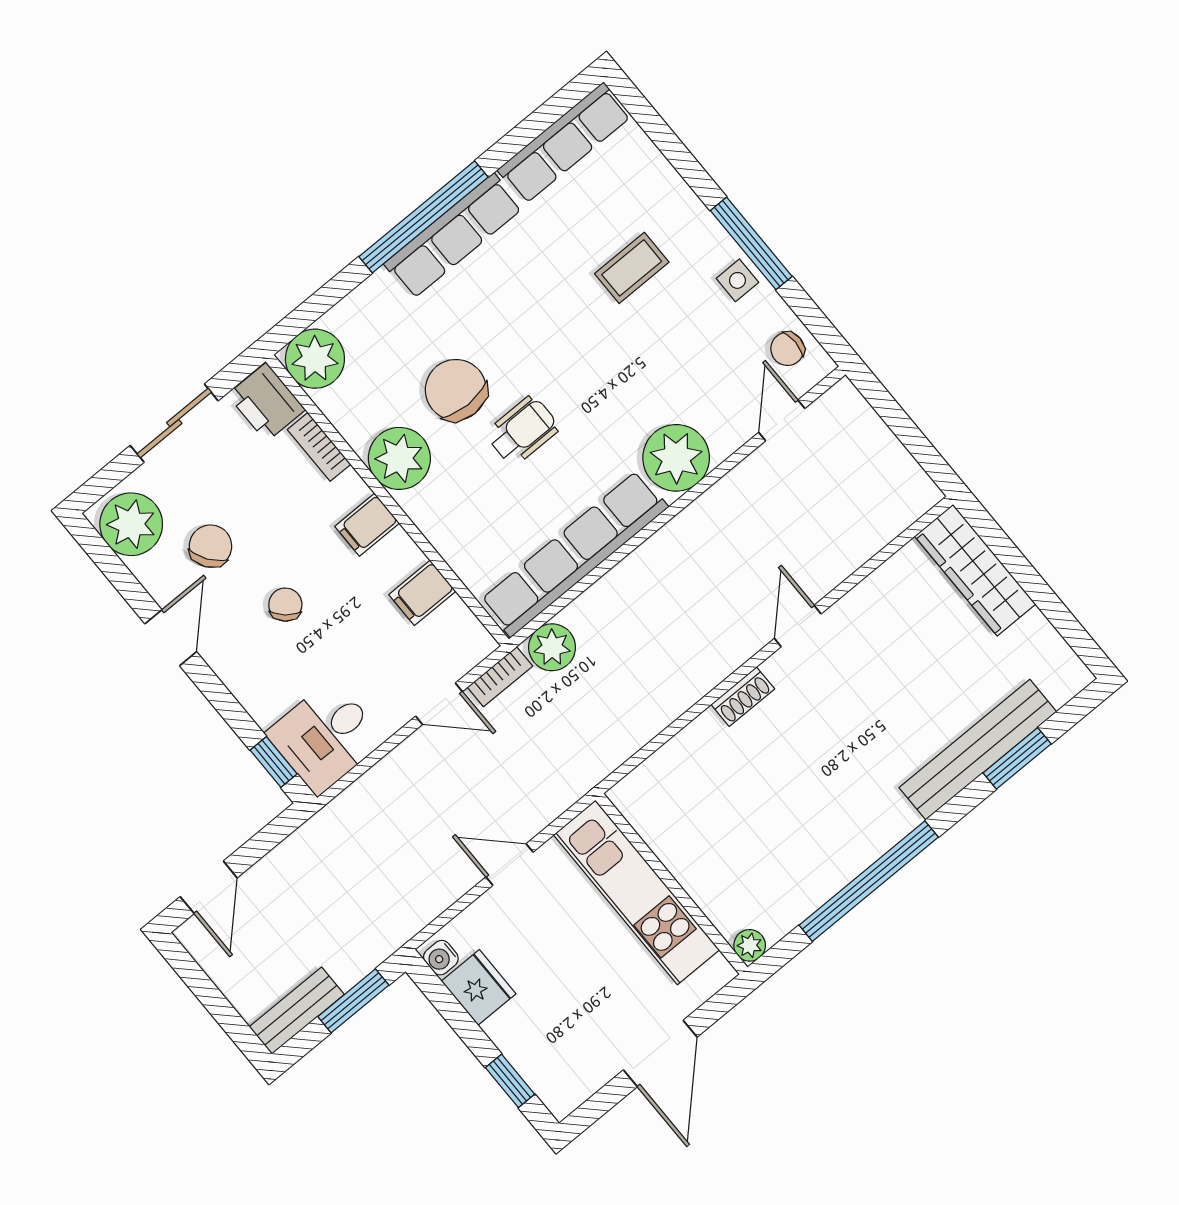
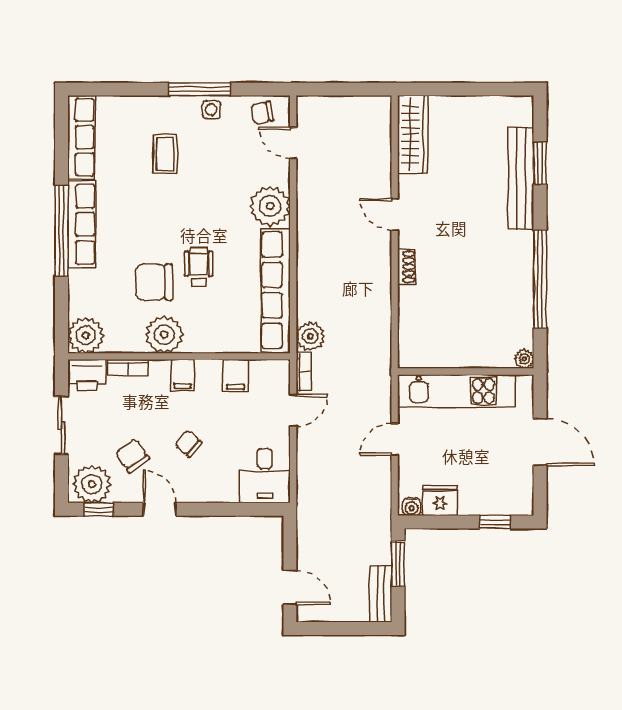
chair: (787, 349) -> (262, 113), turned 79
wardrobe: (975, 570) -> (413, 134), moved, turned -90
window: (274, 762) -> (99, 509), moved

